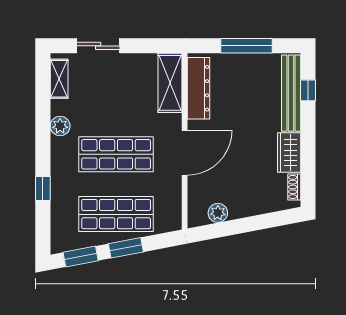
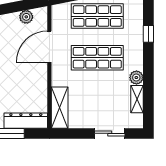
shelving: (59, 79) -> (137, 99), moved
dresser: (198, 88) -> (26, 121), moved, turned 90
door: (185, 153) -> (49, 47), moved

